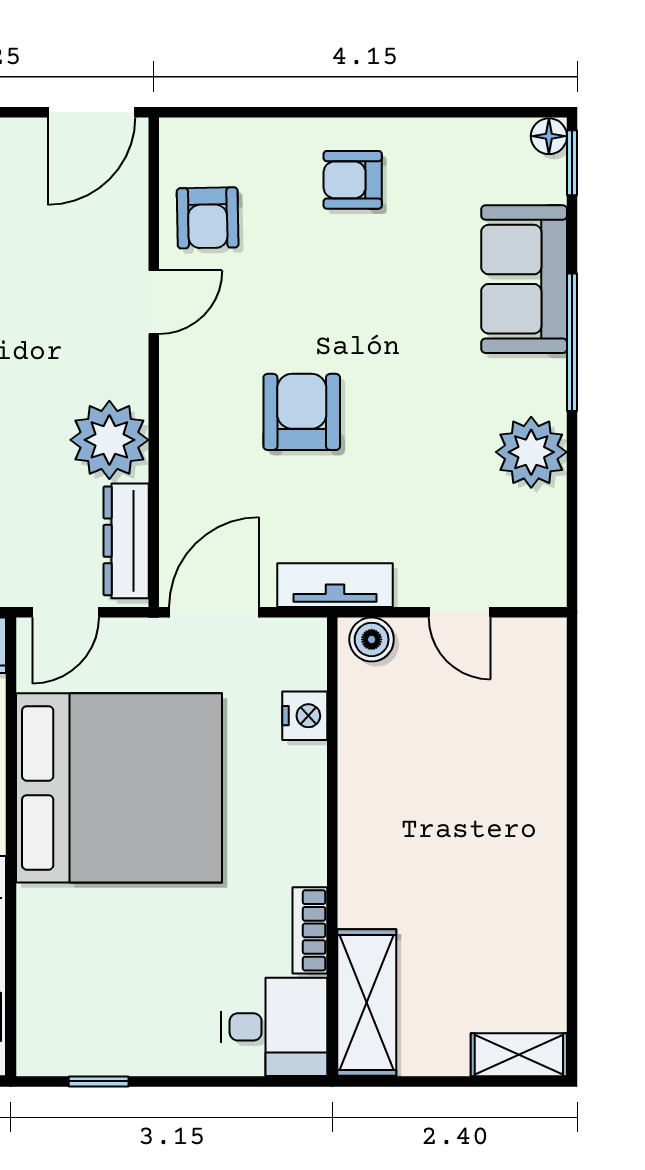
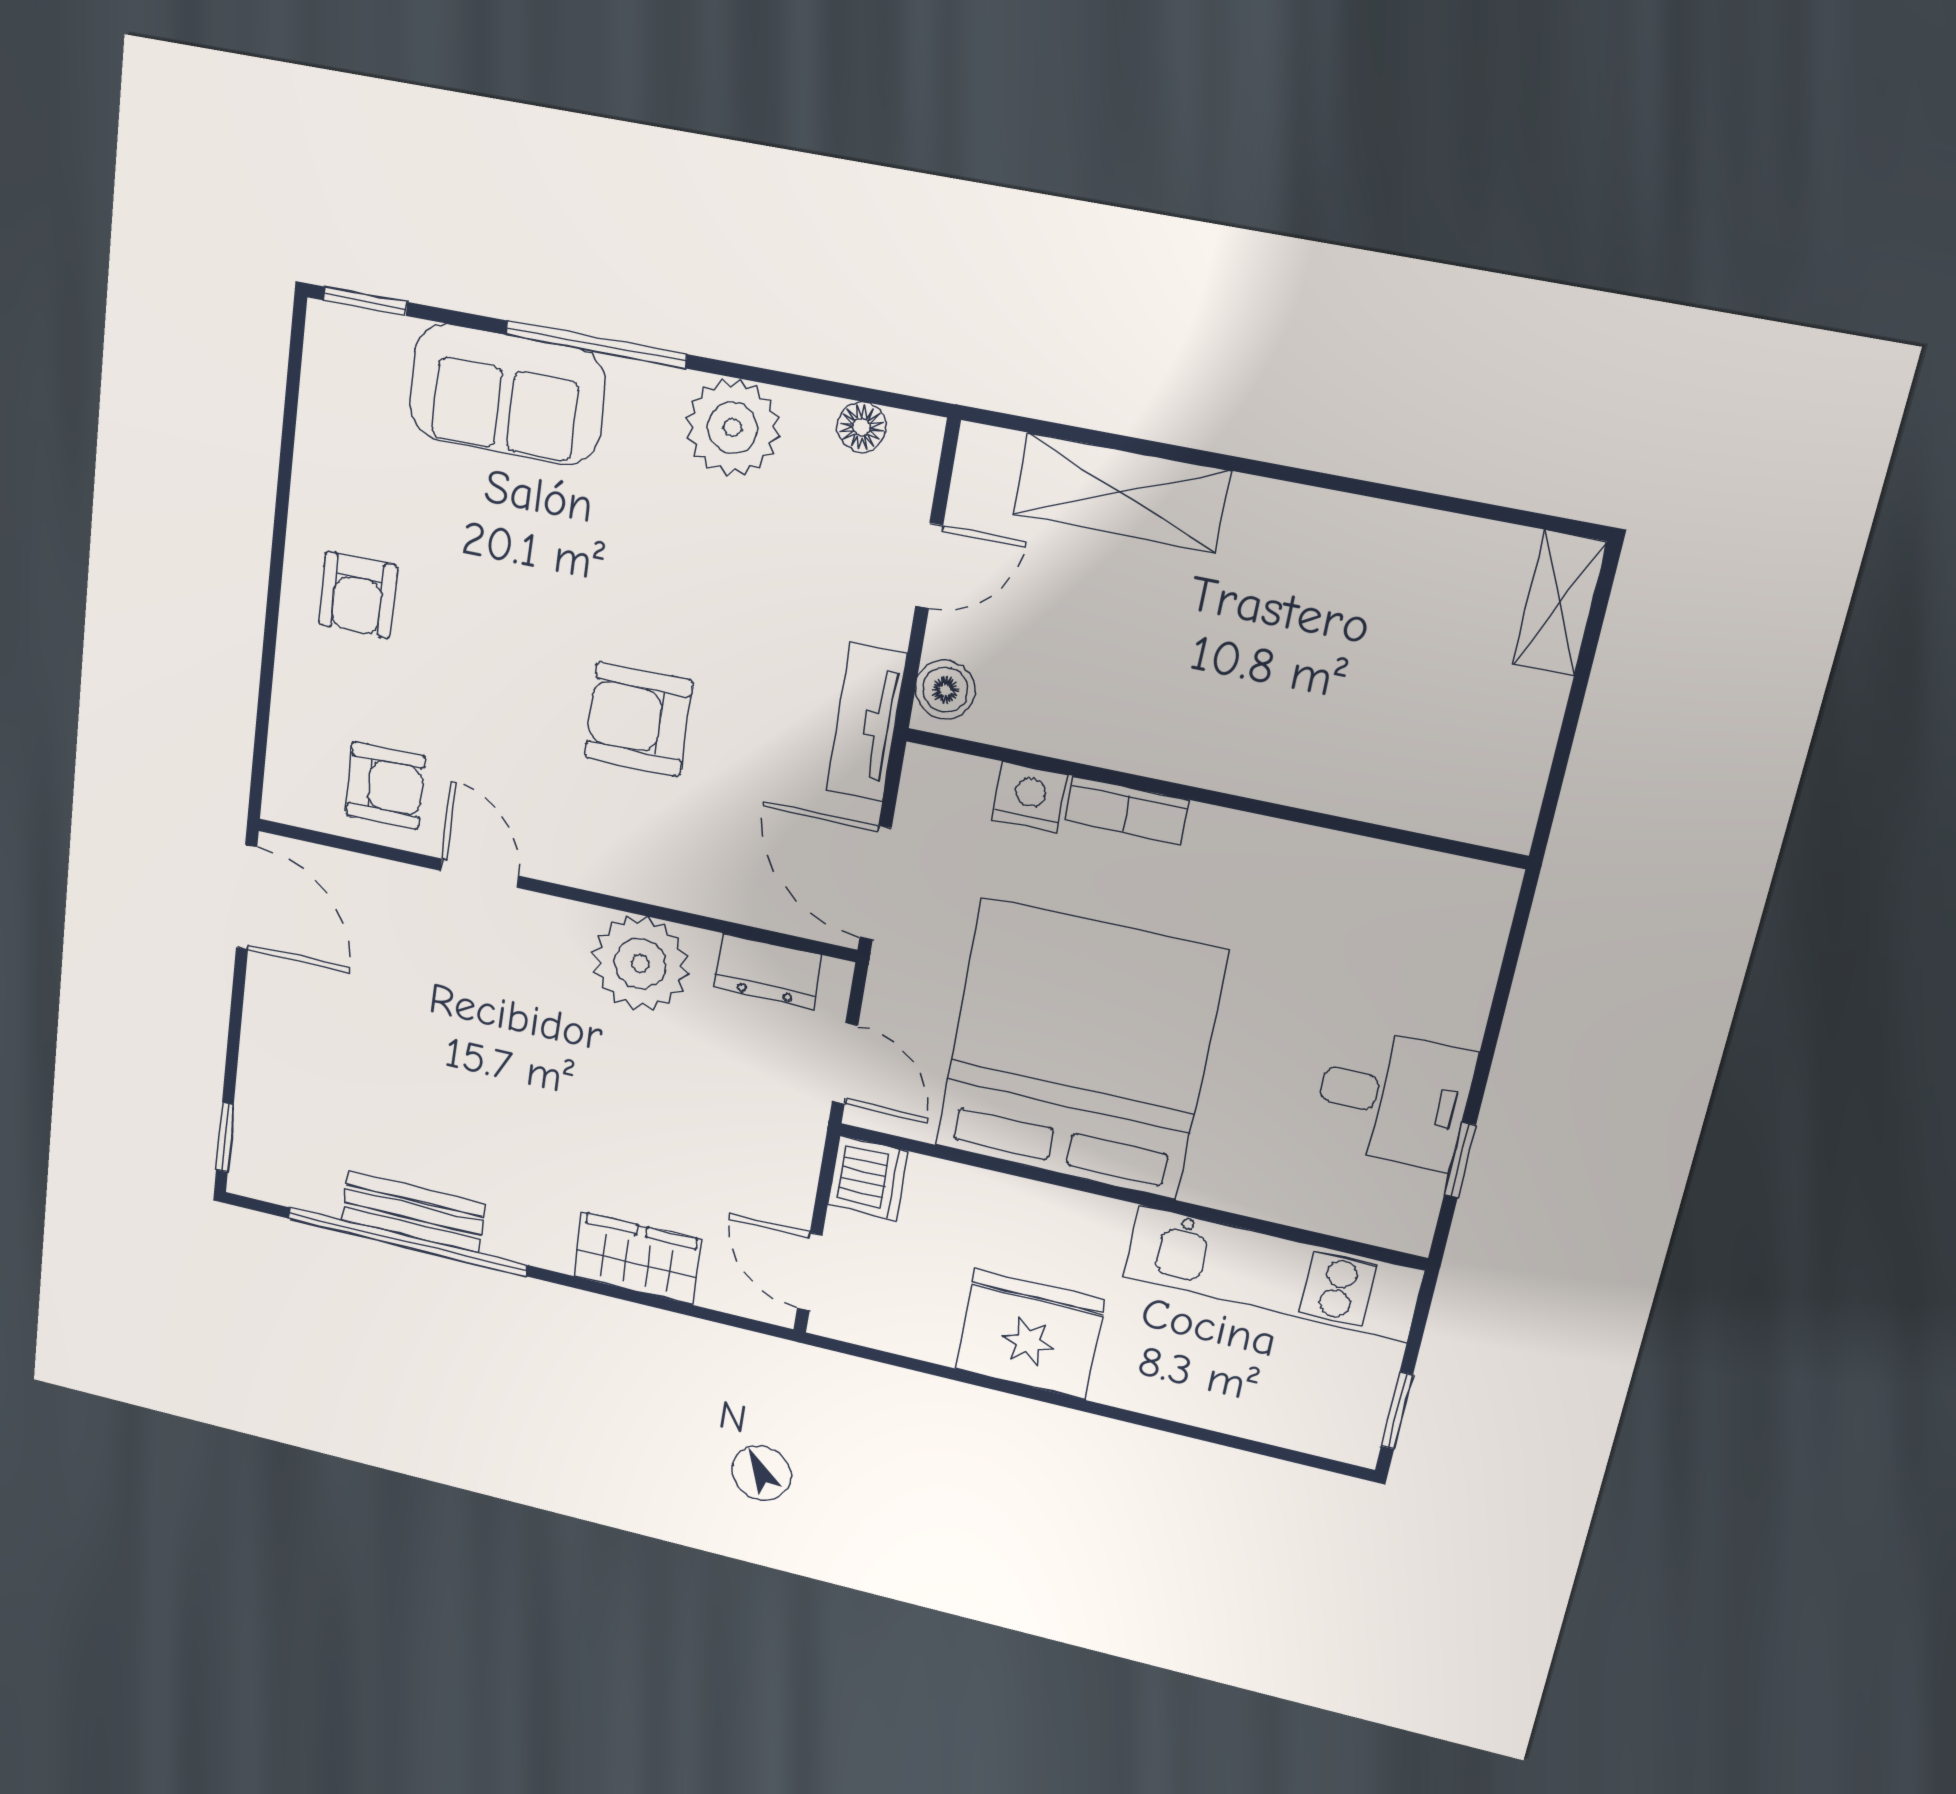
floor lamp: (549, 136) -> (862, 427), moved
dresser: (126, 541) -> (768, 971), width x0.70
bookcase: (310, 930) -> (1126, 810), moved
shelving: (367, 1003) -> (1121, 493), moved
desk: (274, 1027) -> (1393, 1098), moved, turned 90

